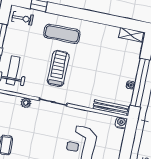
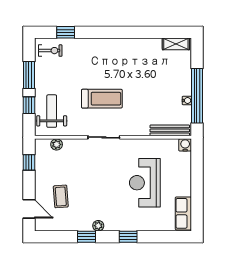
exercise mat: (62, 34) -> (98, 59), removed
treadmill: (58, 69) -> (102, 99), turned 90
plant: (26, 103) -> (57, 144), moved

